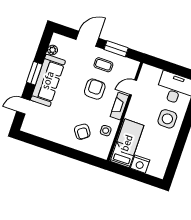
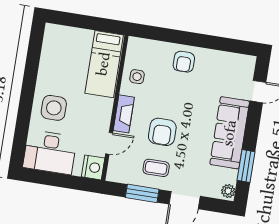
plant: (53, 50) -> (228, 191), moved
window: (34, 73) -> (246, 166), moved
armchair: (82, 132) -> (184, 62), moved, turned -145
nightstand: (140, 164) -> (93, 167), moved, turned 90

